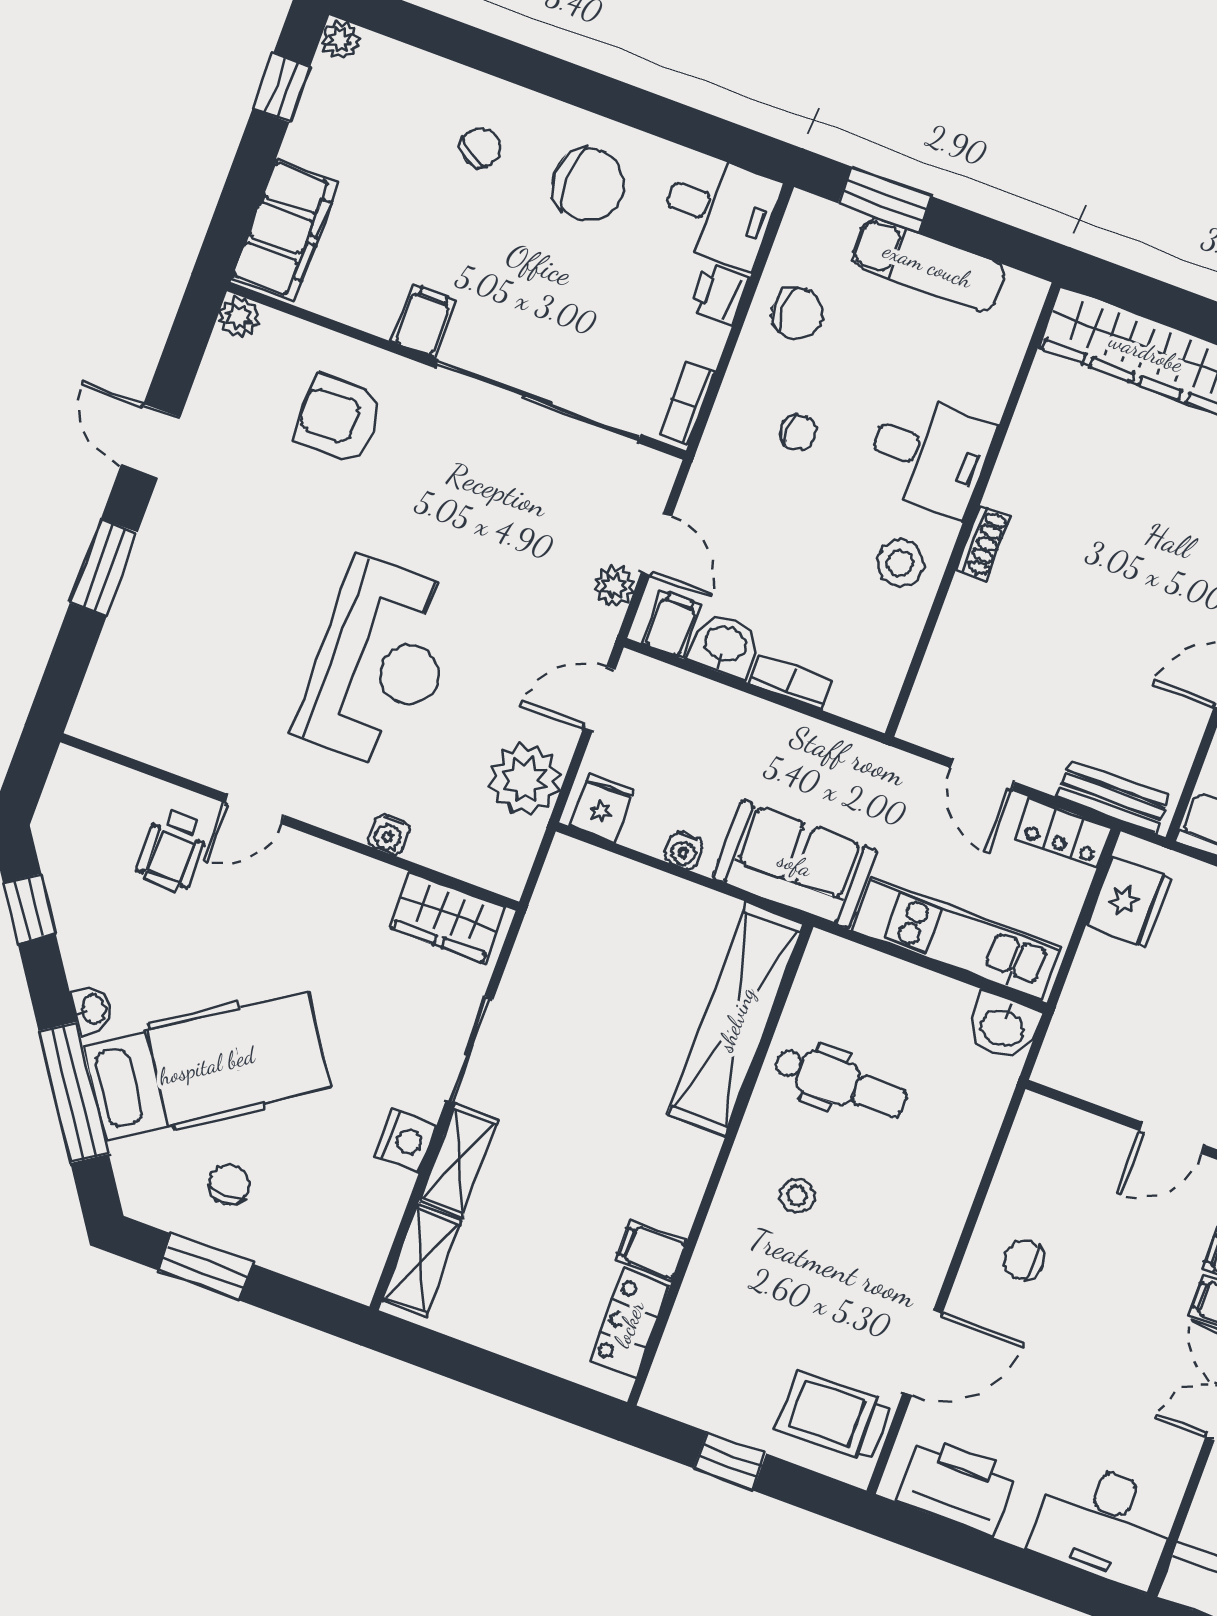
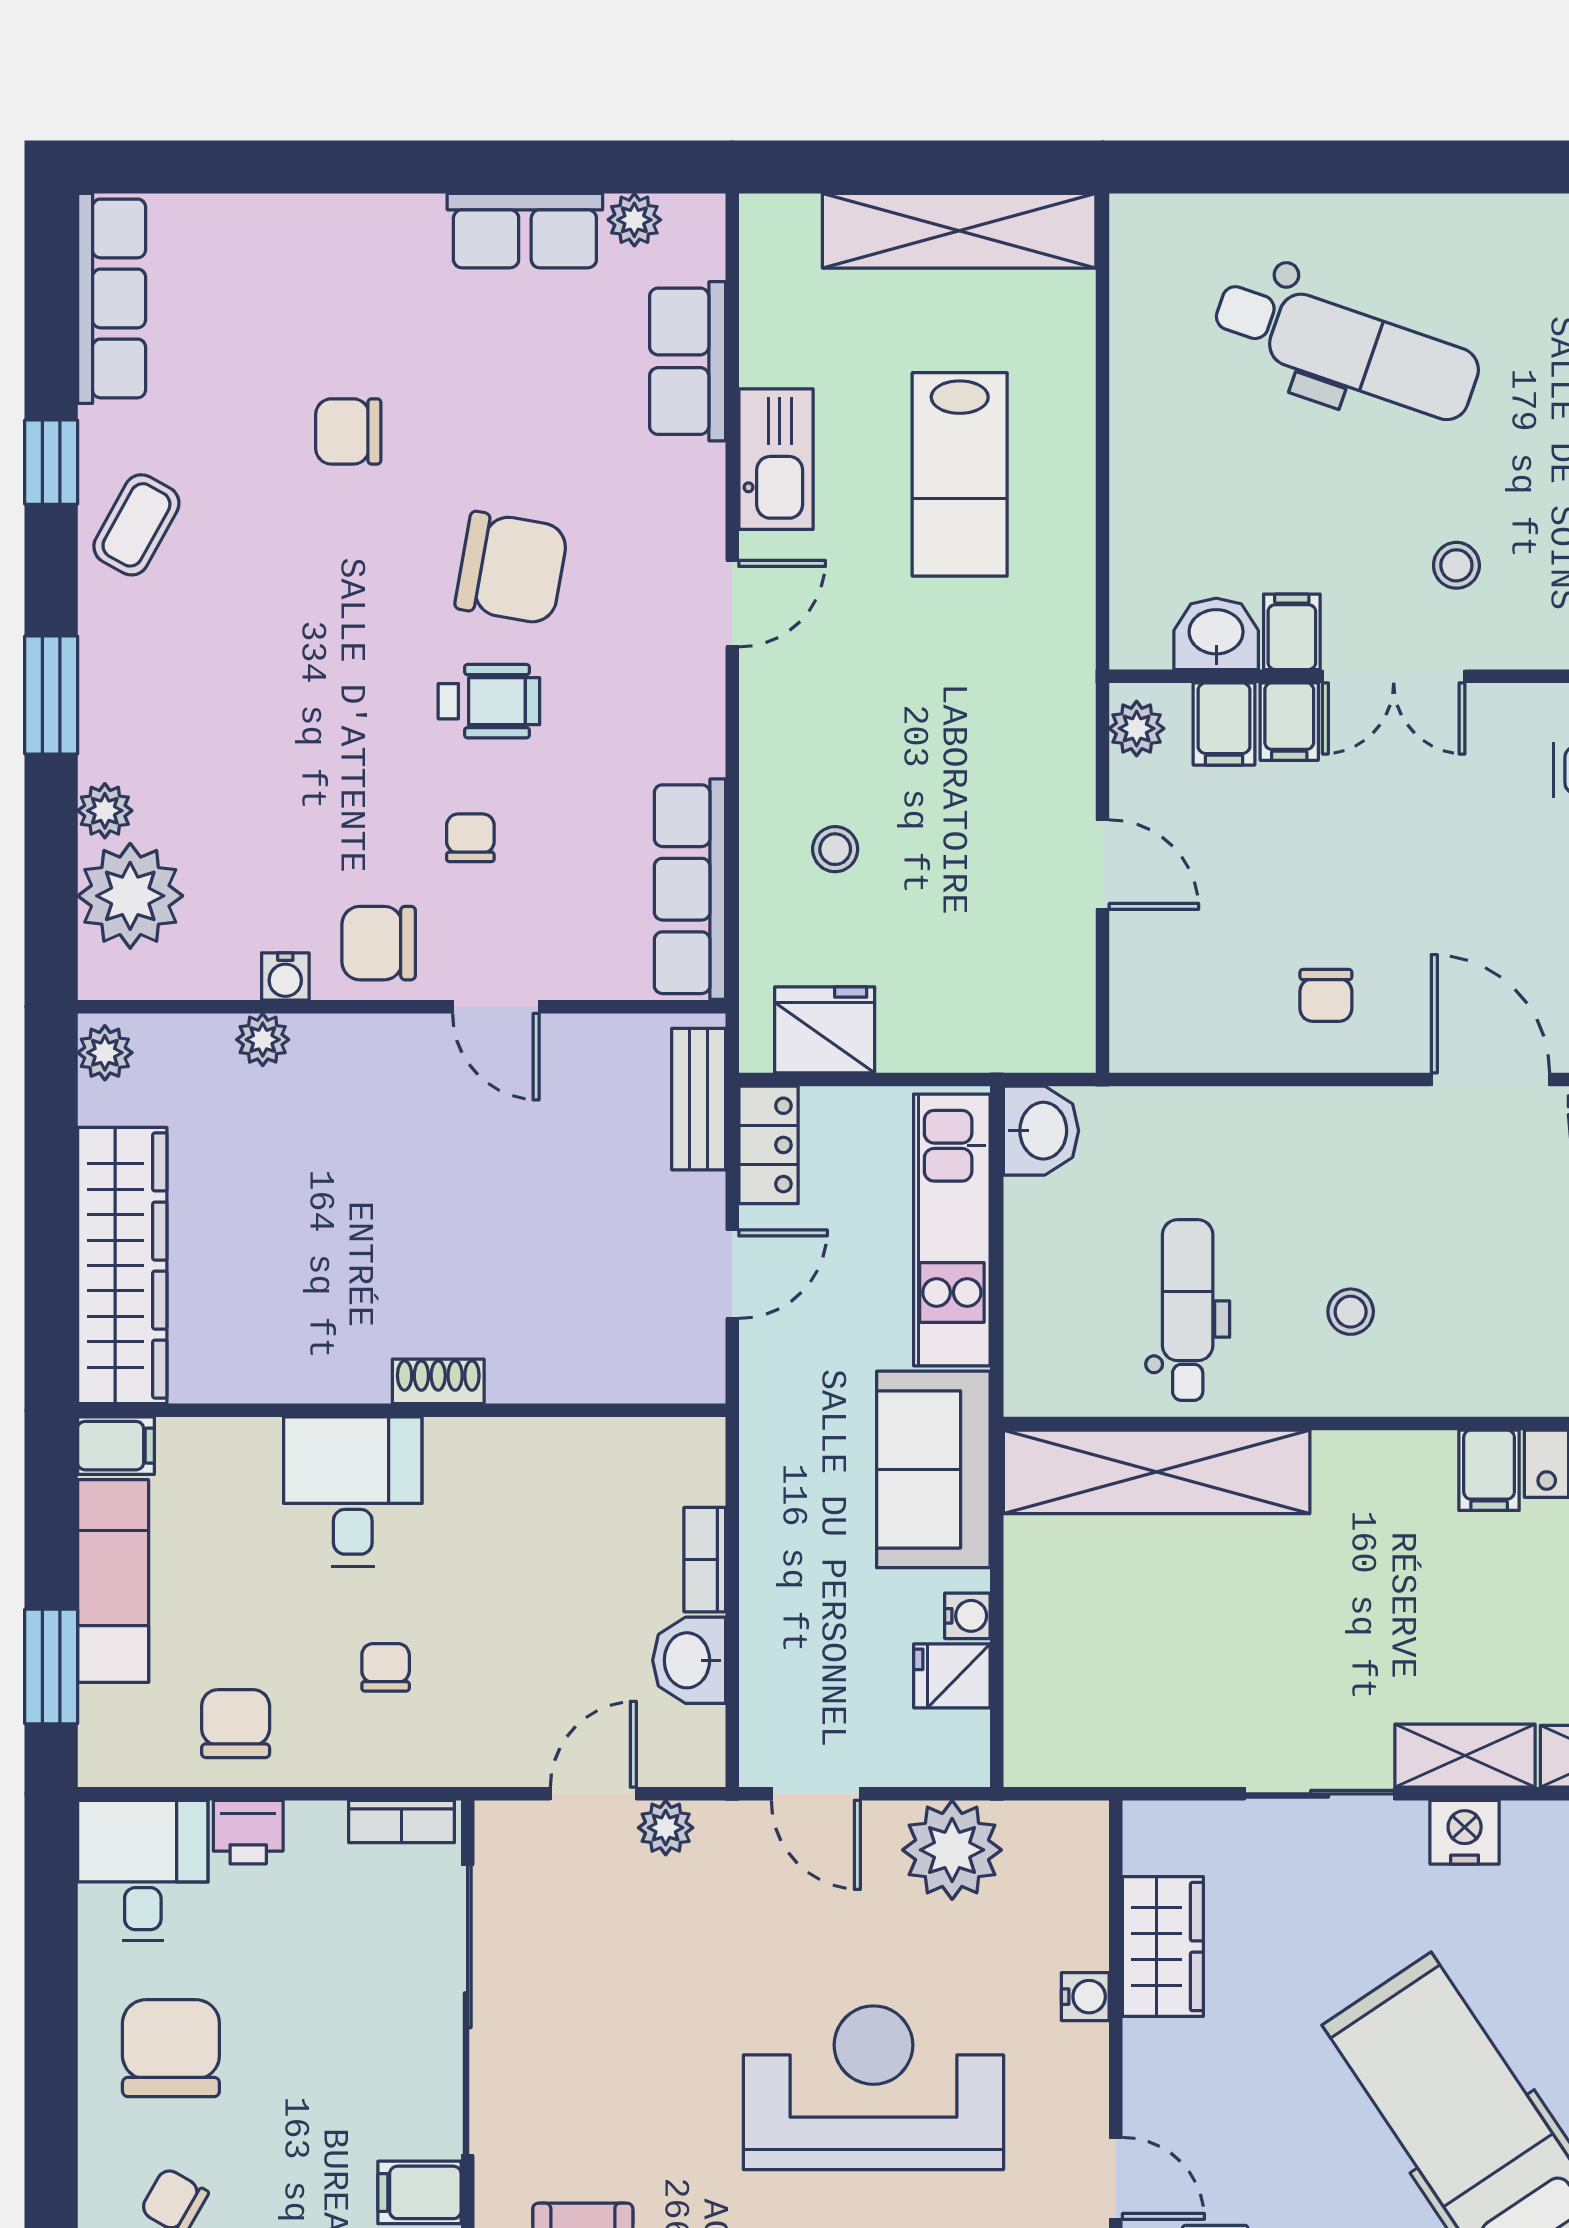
stool: (900, 563) -> (503, 1477), removed
filing cabinet: (672, 624) -> (116, 1446), moved, turned 180
fridge: (602, 808) -> (952, 1676), moved
wardrobe: (448, 918) -> (1163, 1947), moved

